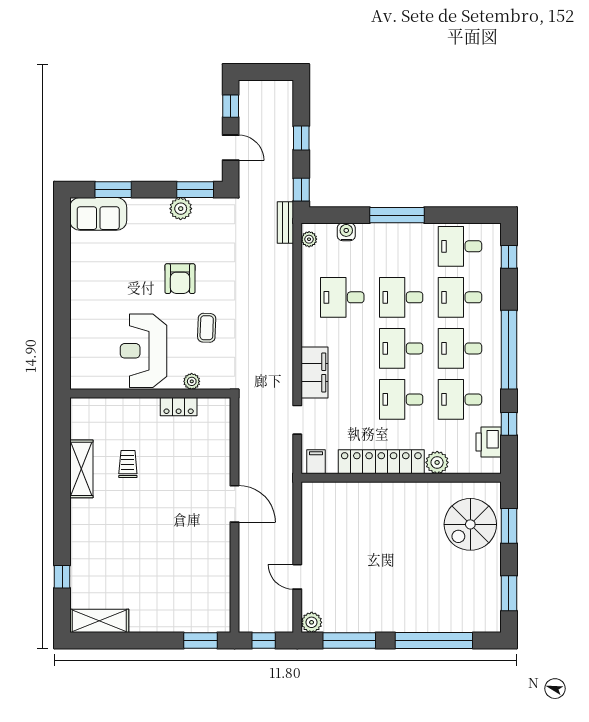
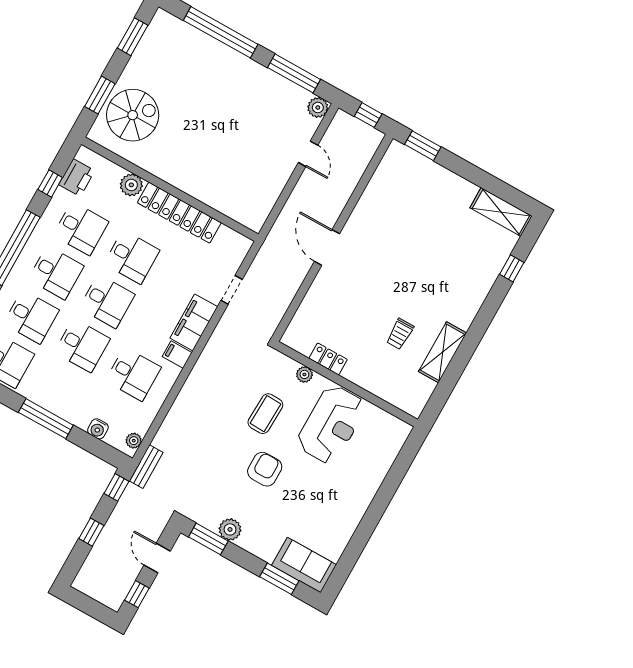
coffee table: (207, 328) -> (265, 414), width x1.36, depth x1.30
filing cabinet: (316, 462) -> (177, 355), moved, turned 90

